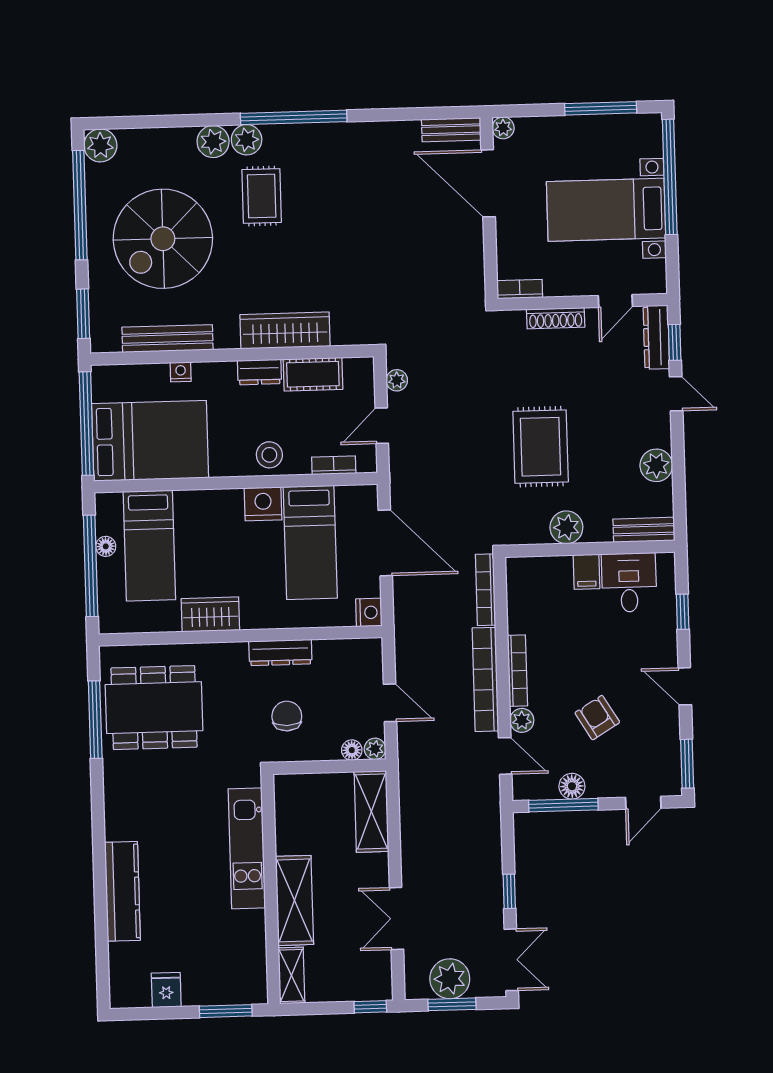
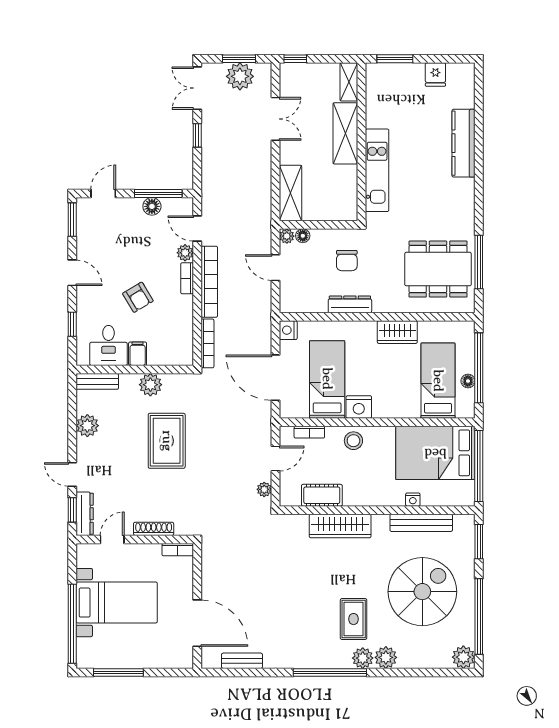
plant: (503, 128) -> (186, 661), removed
bench: (451, 130) -> (242, 661), moved
dresser: (259, 372) -> (359, 498), removed
bookcase: (517, 671) -> (187, 278), width x0.64
armchair: (597, 718) -> (138, 297), moved

